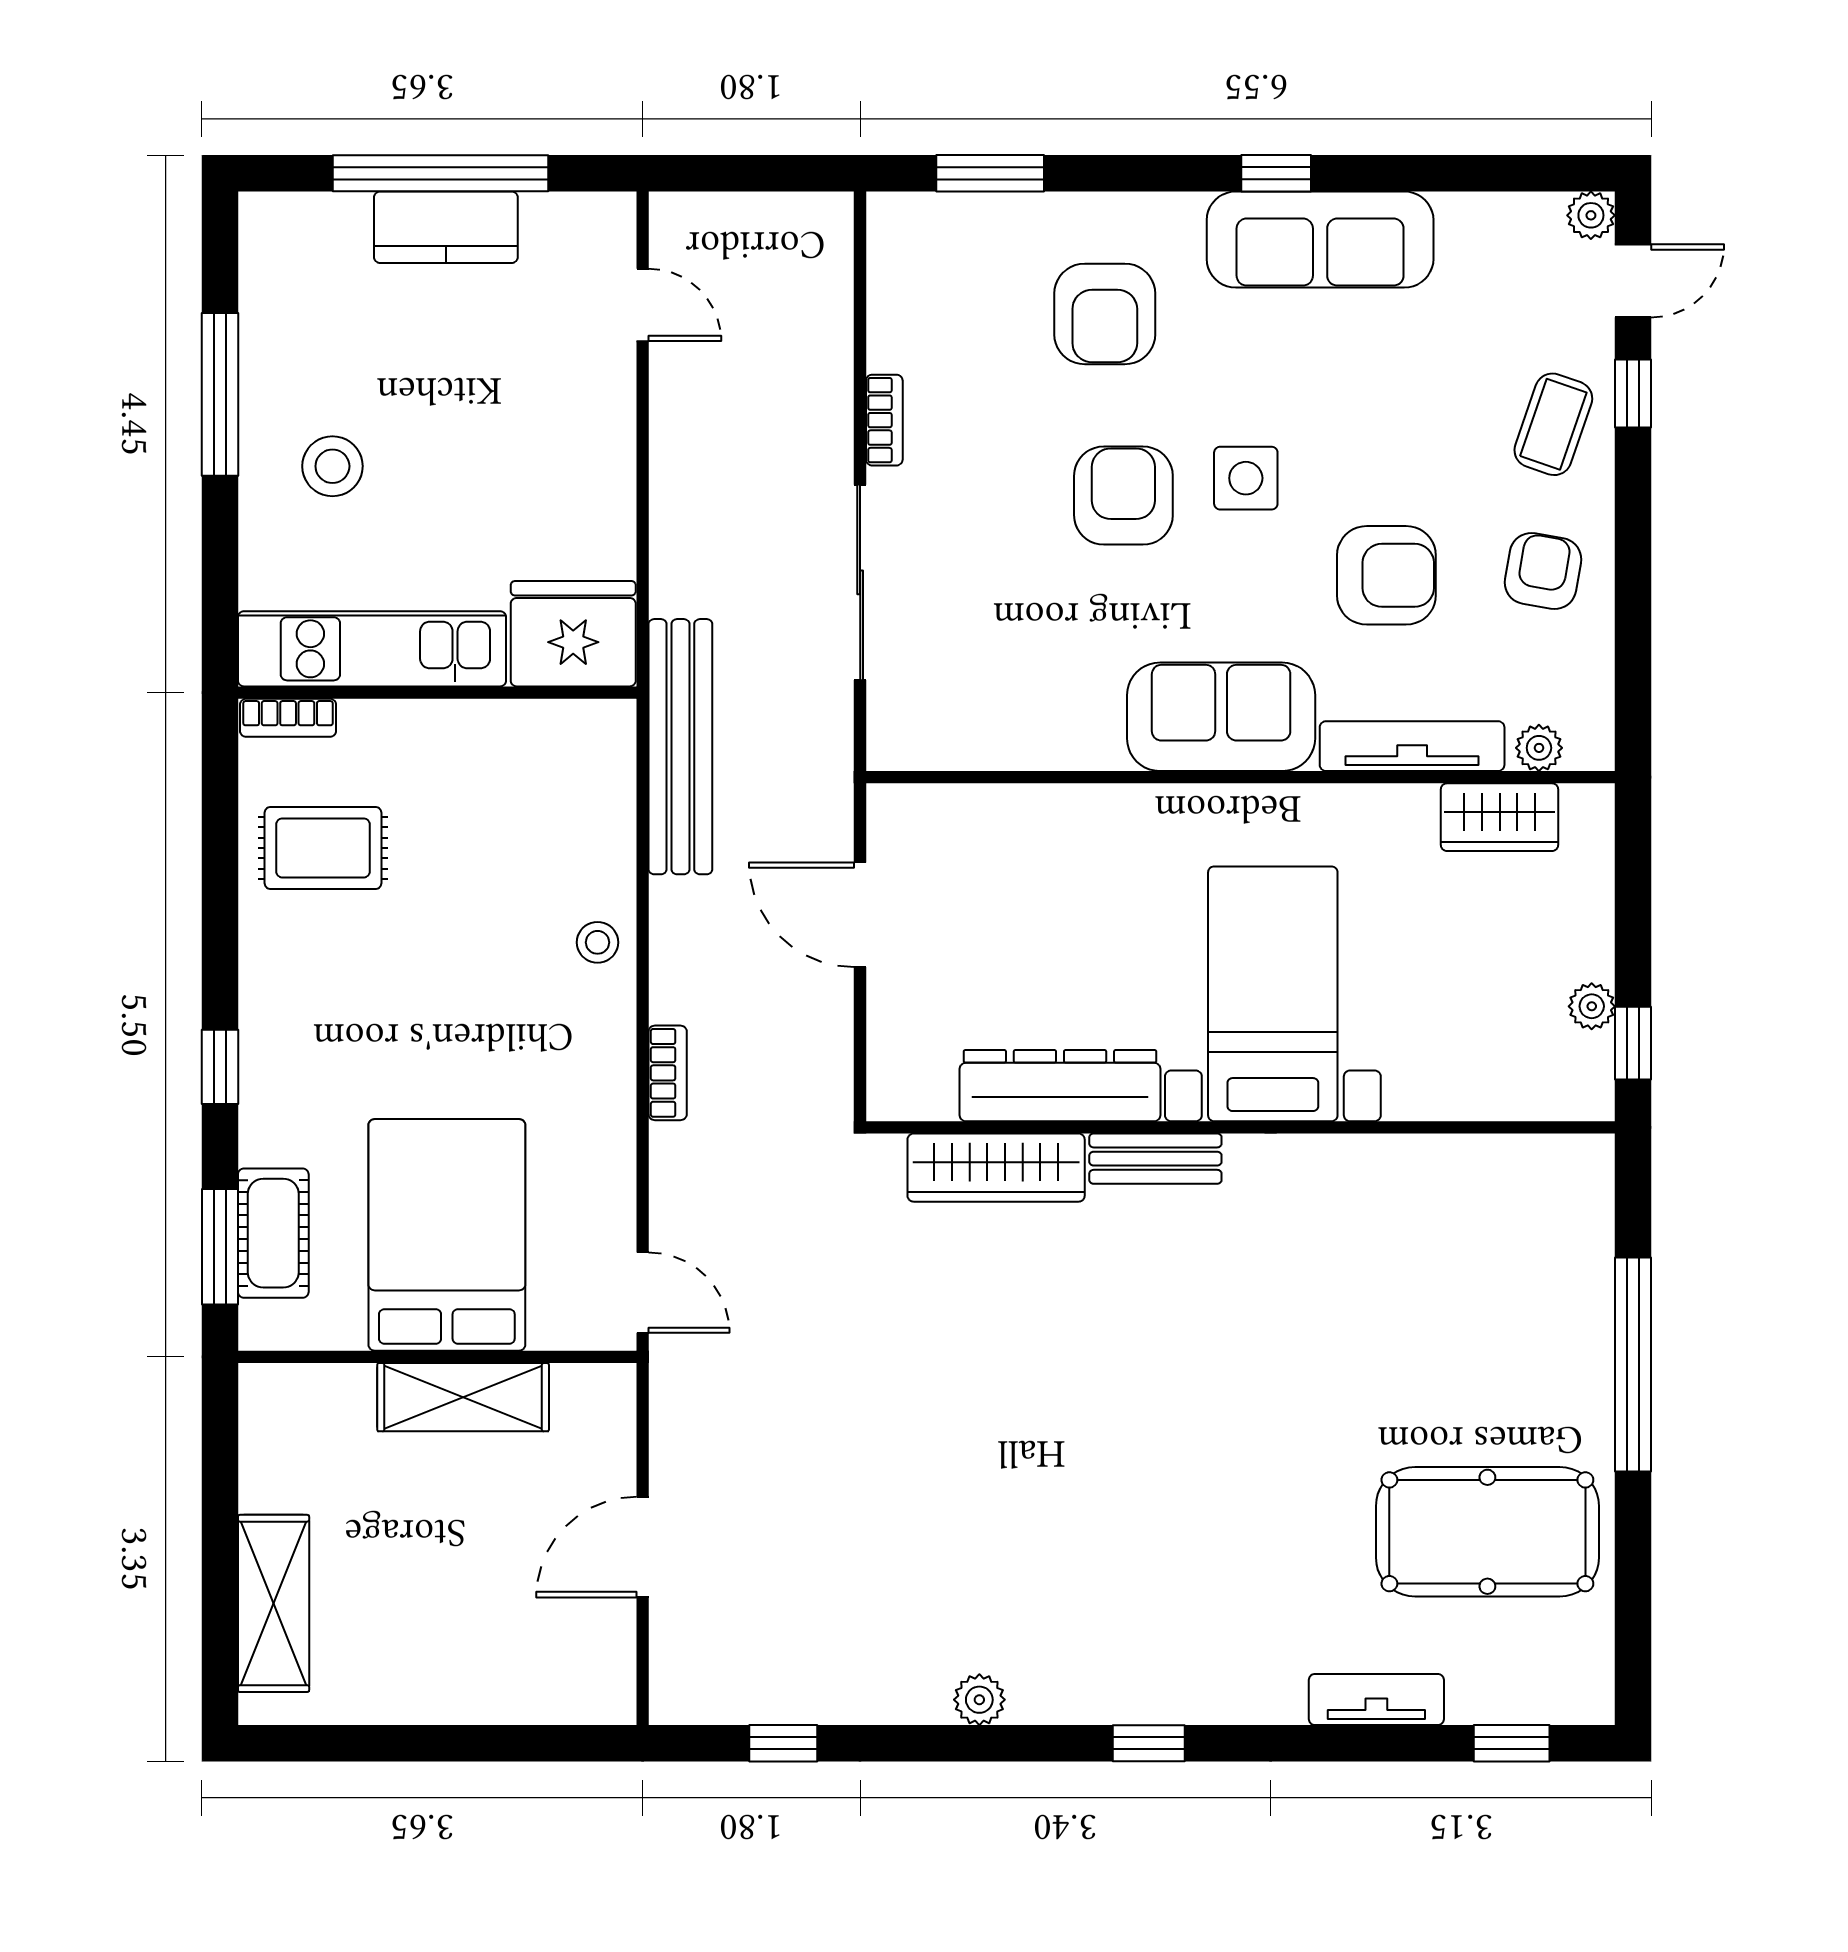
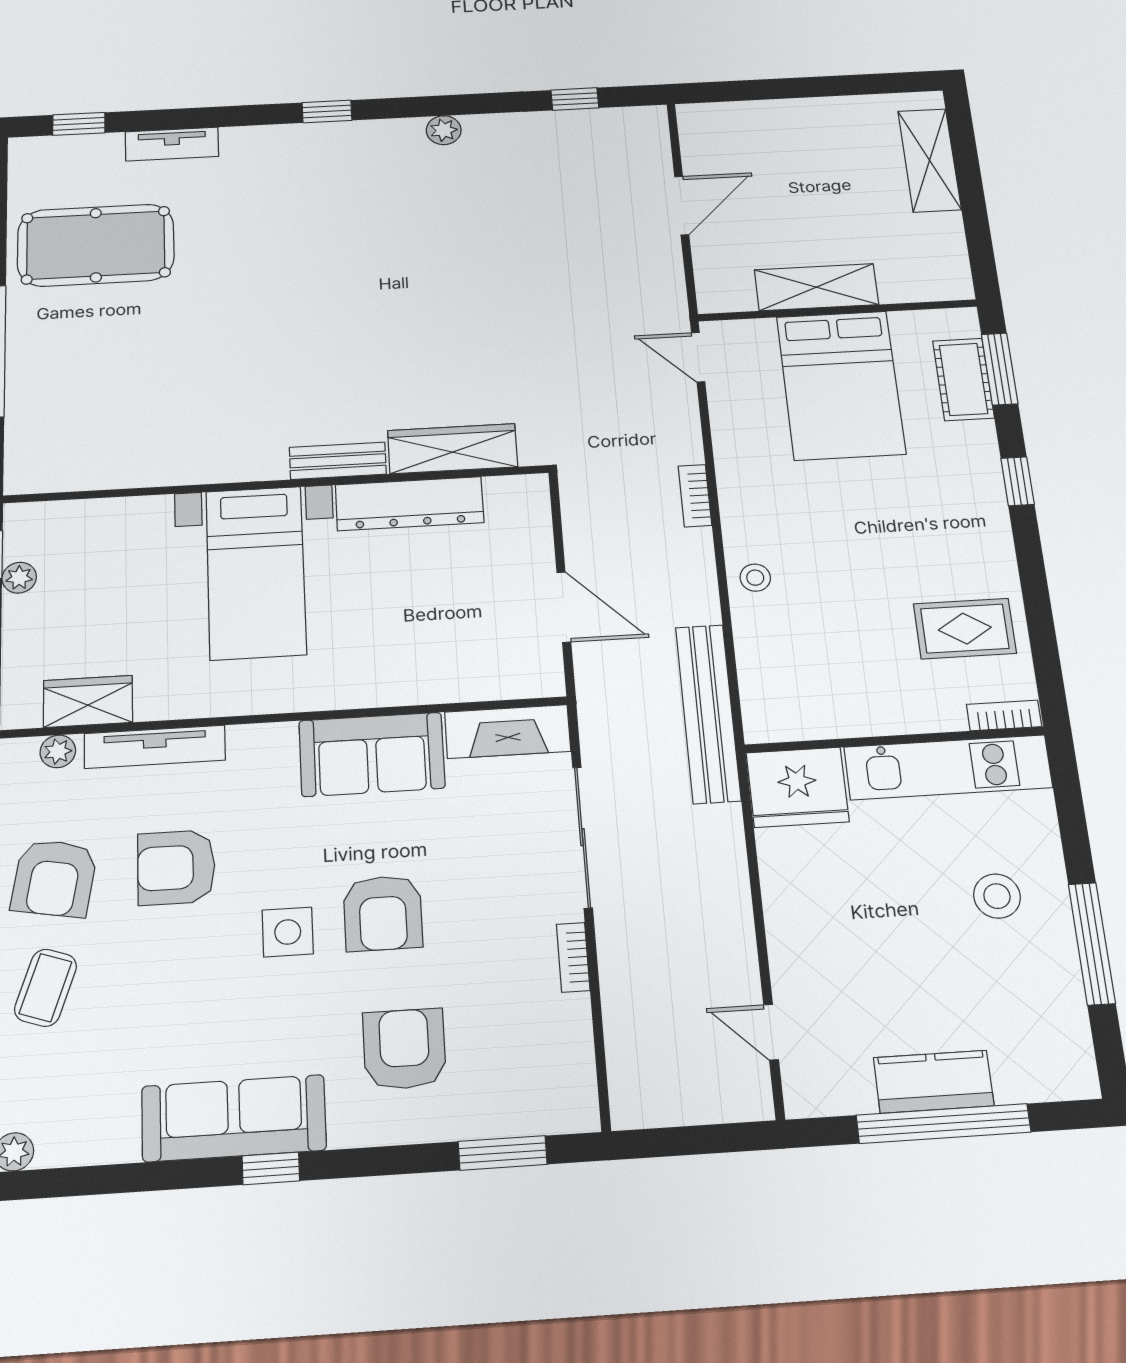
armchair: (1543, 571) -> (54, 878), width x1.38, depth x1.38
sofa: (1221, 717) -> (372, 754), moved
fireplace: (948, 738) -> (508, 732), added

